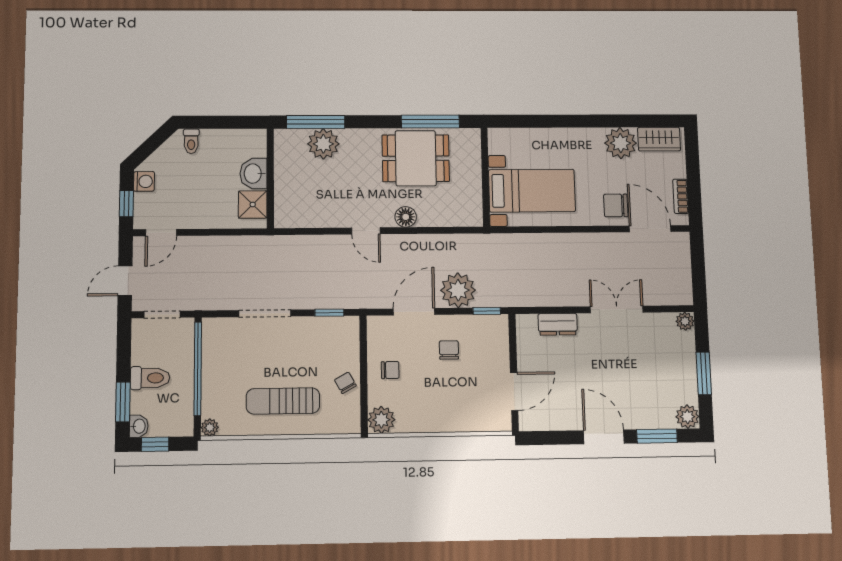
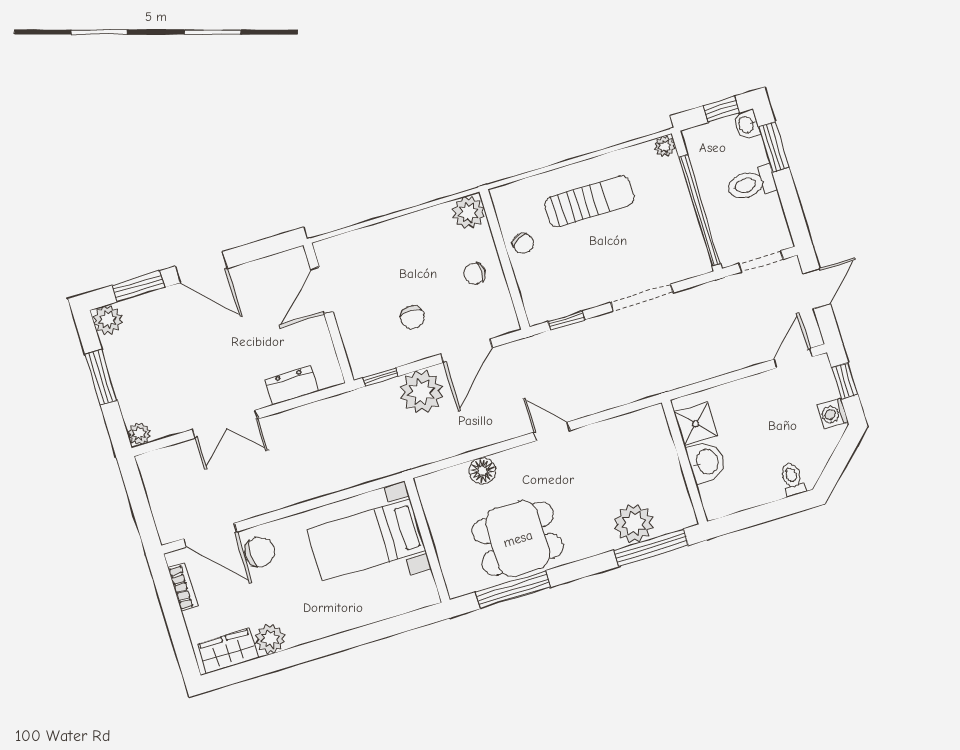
plant: (621, 143) -> (270, 639), width x0.73, depth x0.73
floor lamp: (406, 217) -> (482, 471), moved

